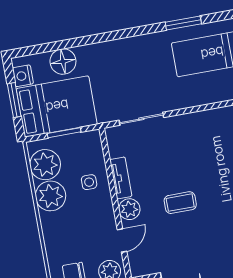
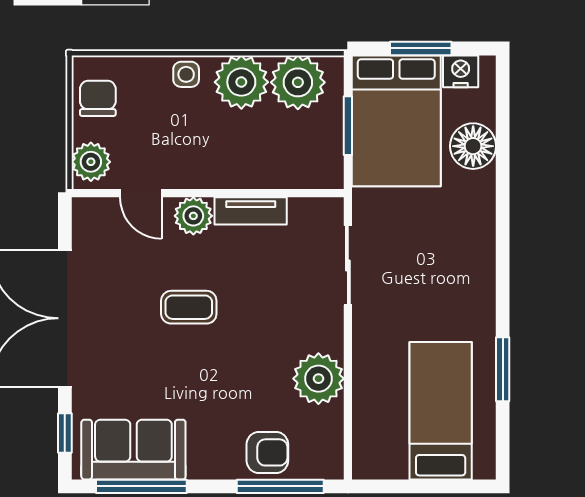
plant: (207, 124) -> (318, 379), added
side table: (89, 182) -> (186, 74), moved
coffee table: (180, 203) -> (189, 307), turned 90

